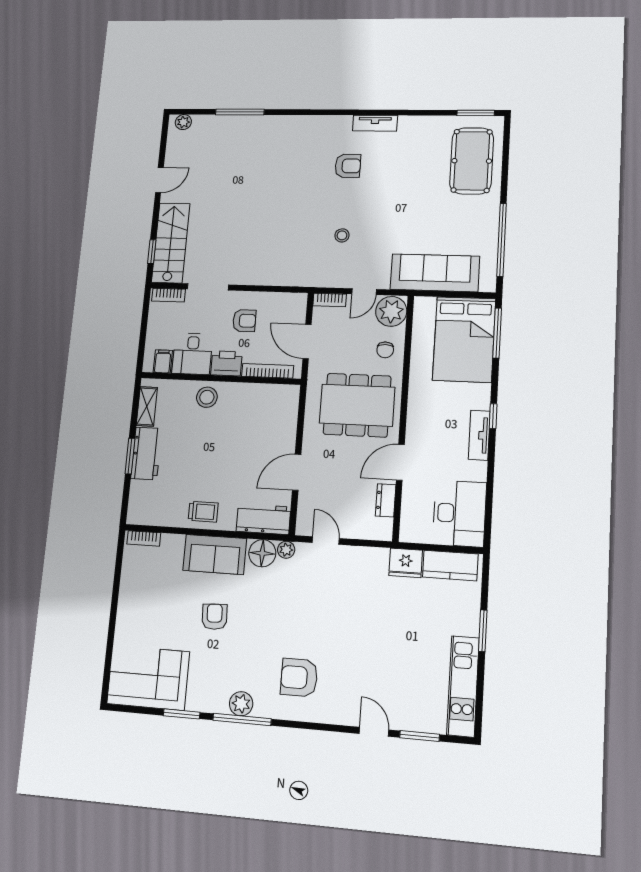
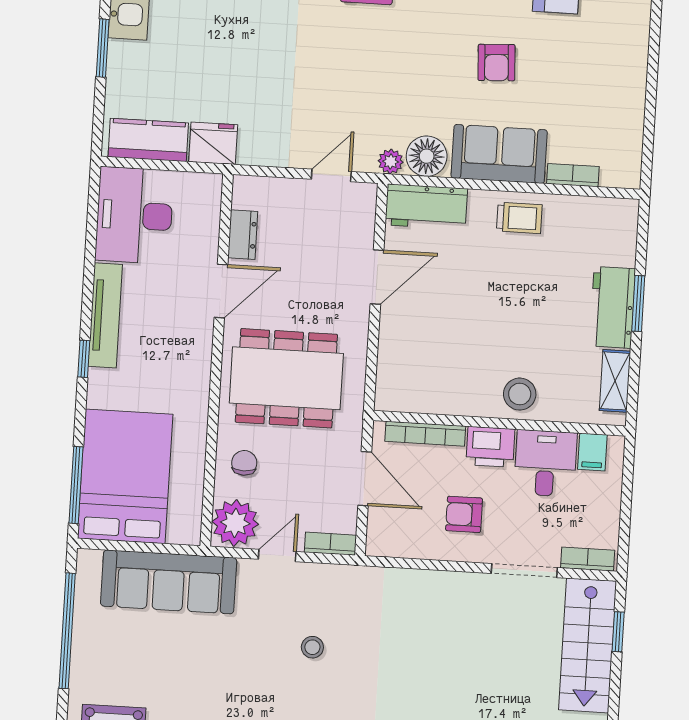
tv unit: (479, 435) -> (105, 315), width x1.41
trolley: (203, 512) -> (519, 218), turned 180
bookcase: (144, 538) -> (573, 175), moved
door: (326, 540) -> (331, 175), swing flipped

